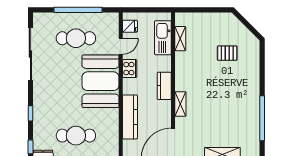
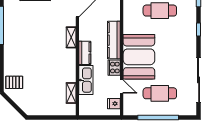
kitchen sink: (163, 38) -> (86, 80), moved
door: (121, 46) -> (122, 87), swing flipped
pallet: (227, 53) -> (14, 82), moved
kitchen counter: (130, 117) -> (114, 40), moved

